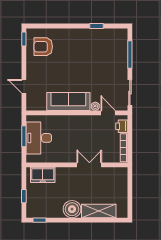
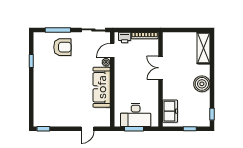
armchair: (43, 47) -> (62, 47), moved, turned -90
shelving: (99, 211) -> (204, 48), moved

